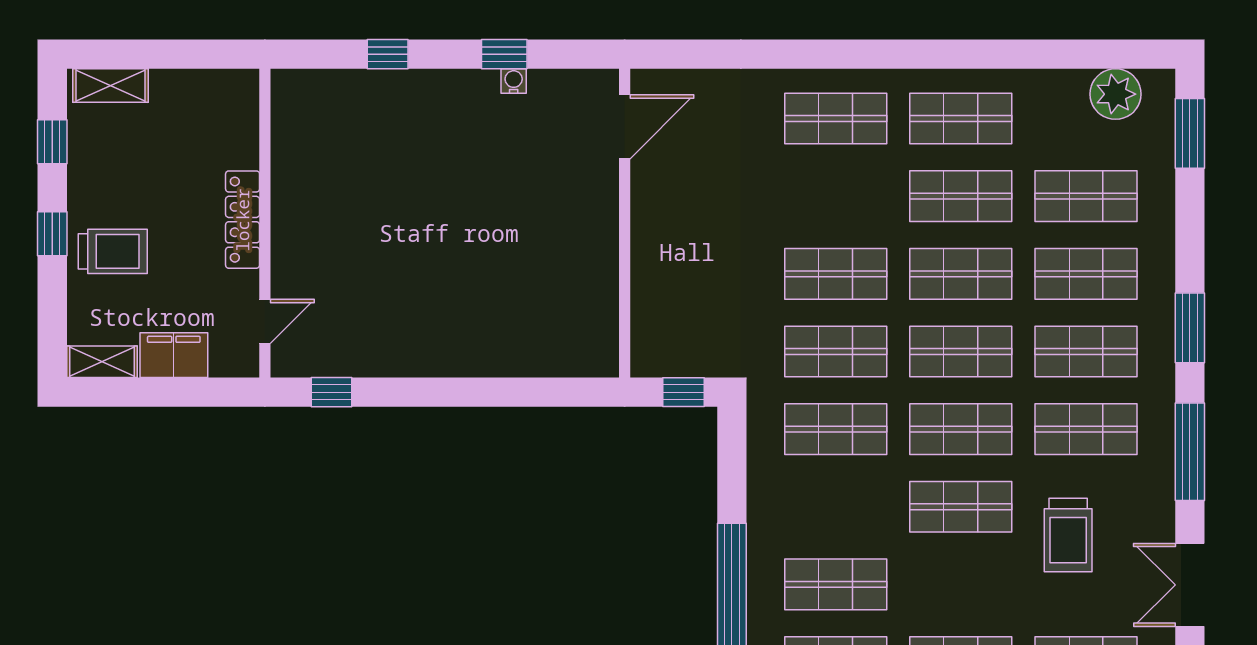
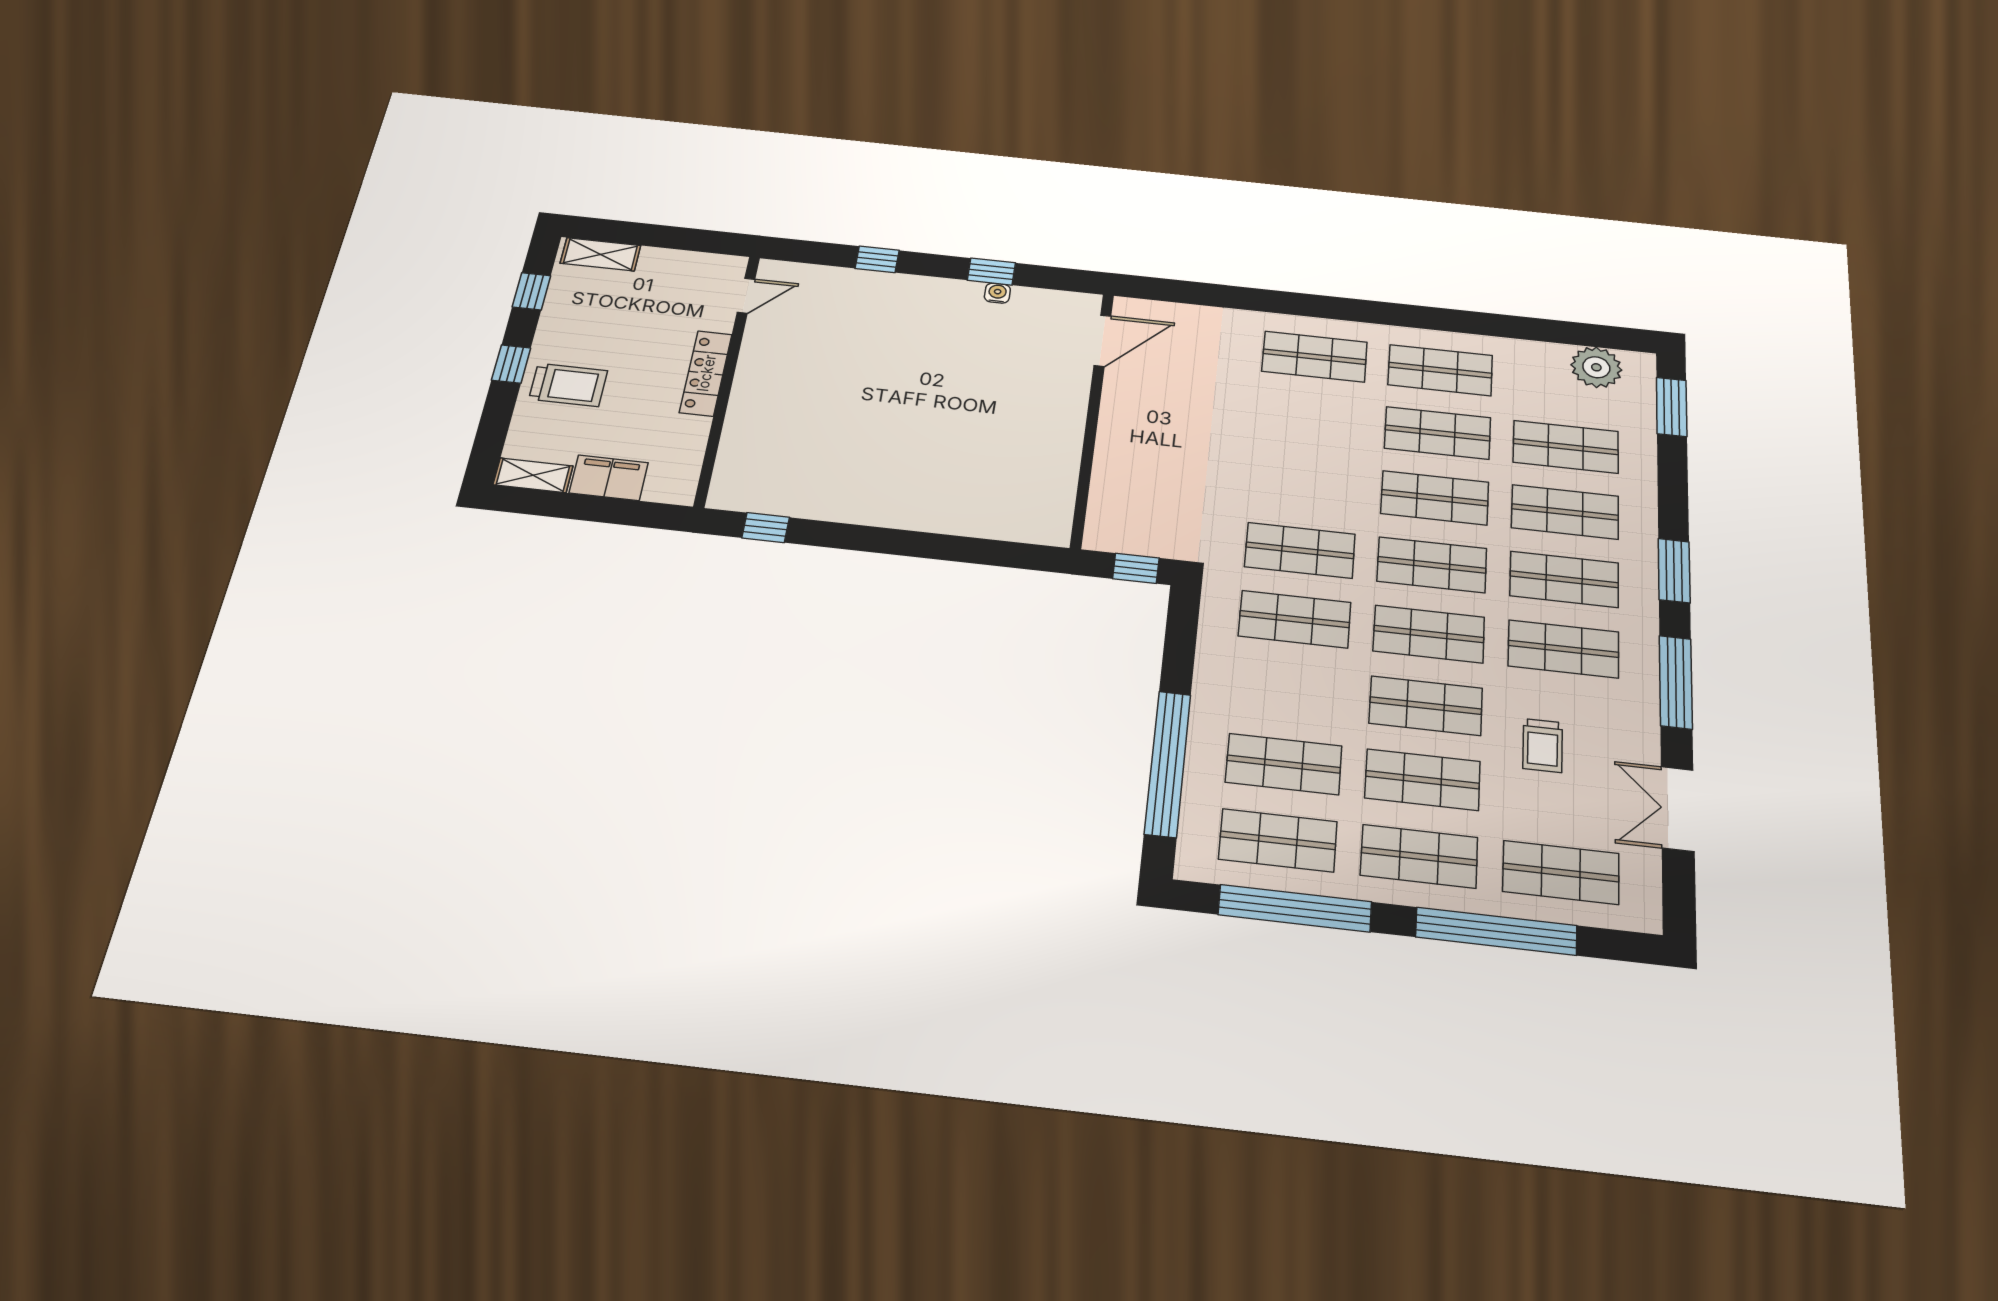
shop shelf: (836, 274) -> (1422, 780), moved
door: (265, 321) -> (746, 296), moved
trolley: (1068, 535) -> (1543, 745), width x0.73, depth x0.72

